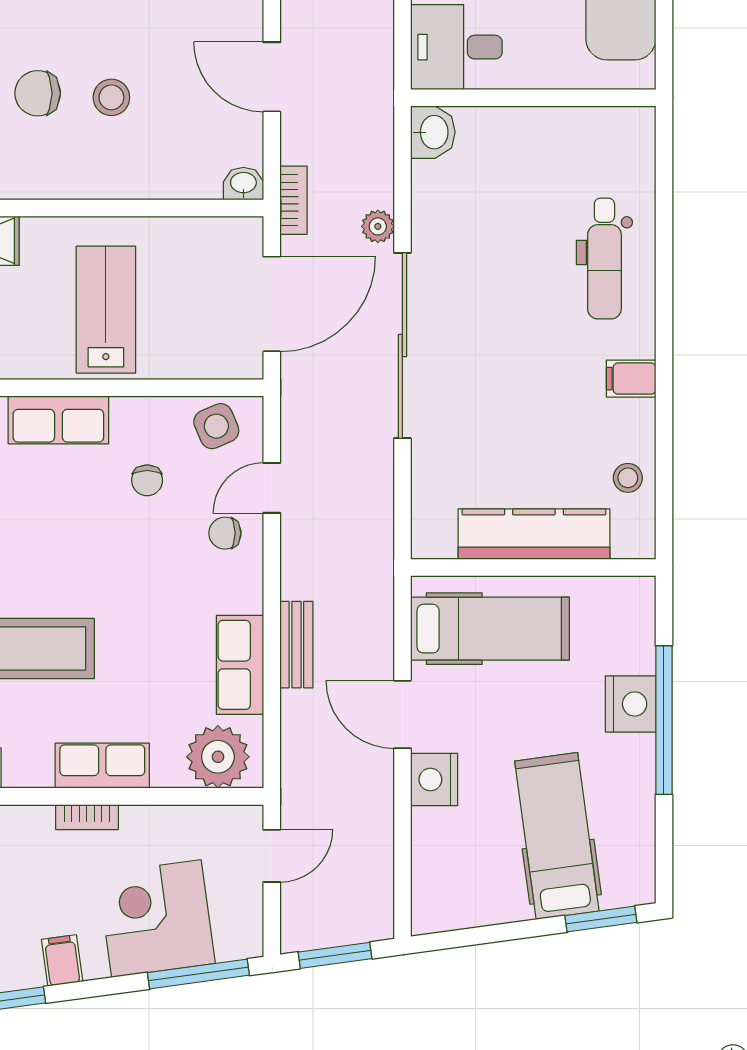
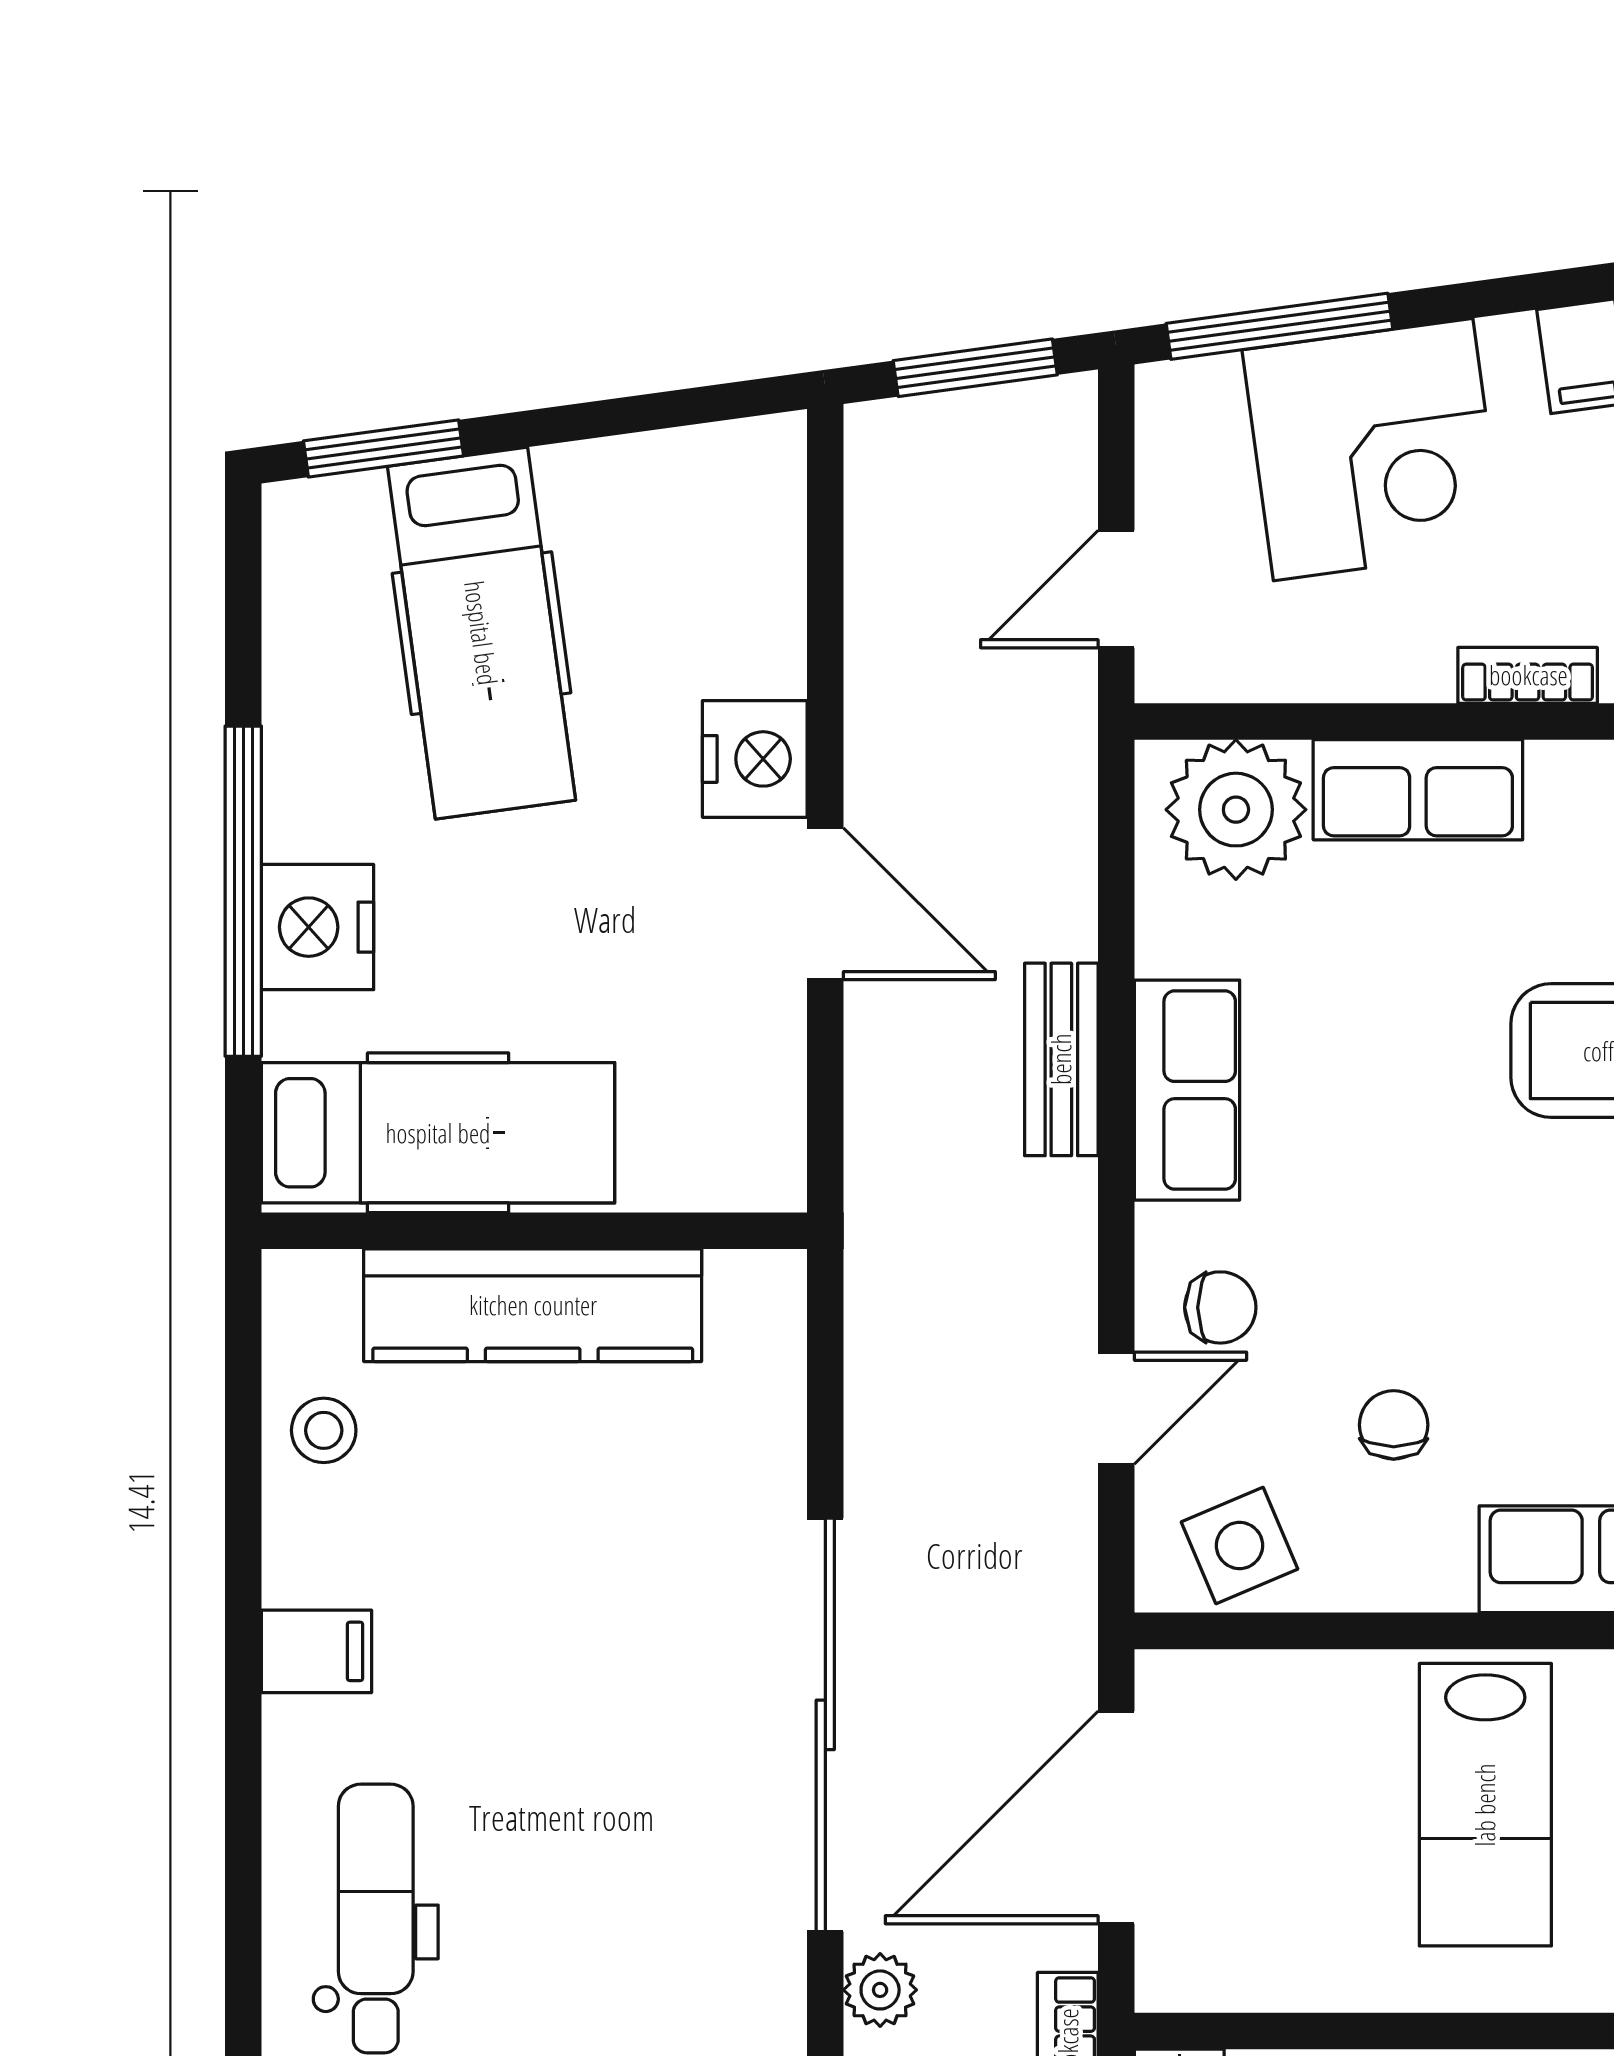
hospital bed: (490, 629) -> (438, 1133), moved, turned 180
row of seats: (240, 665) -> (1187, 1090), moved
row of seats: (102, 766) -> (1418, 790), moved

